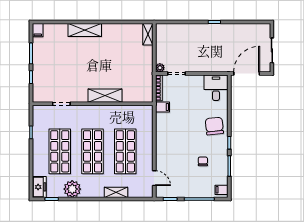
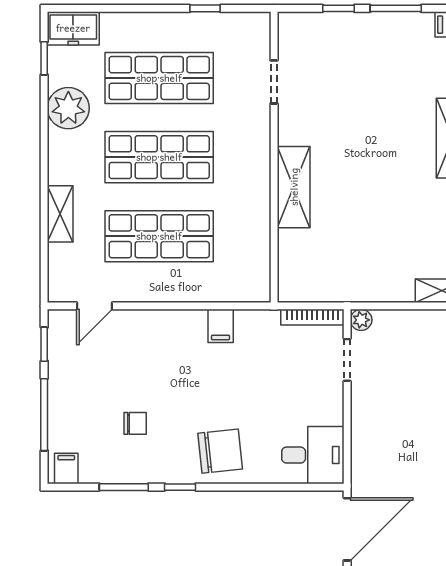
door: (247, 73) -> (347, 529), hinge flipped
filing cabinet: (162, 107) -> (221, 326), moved

